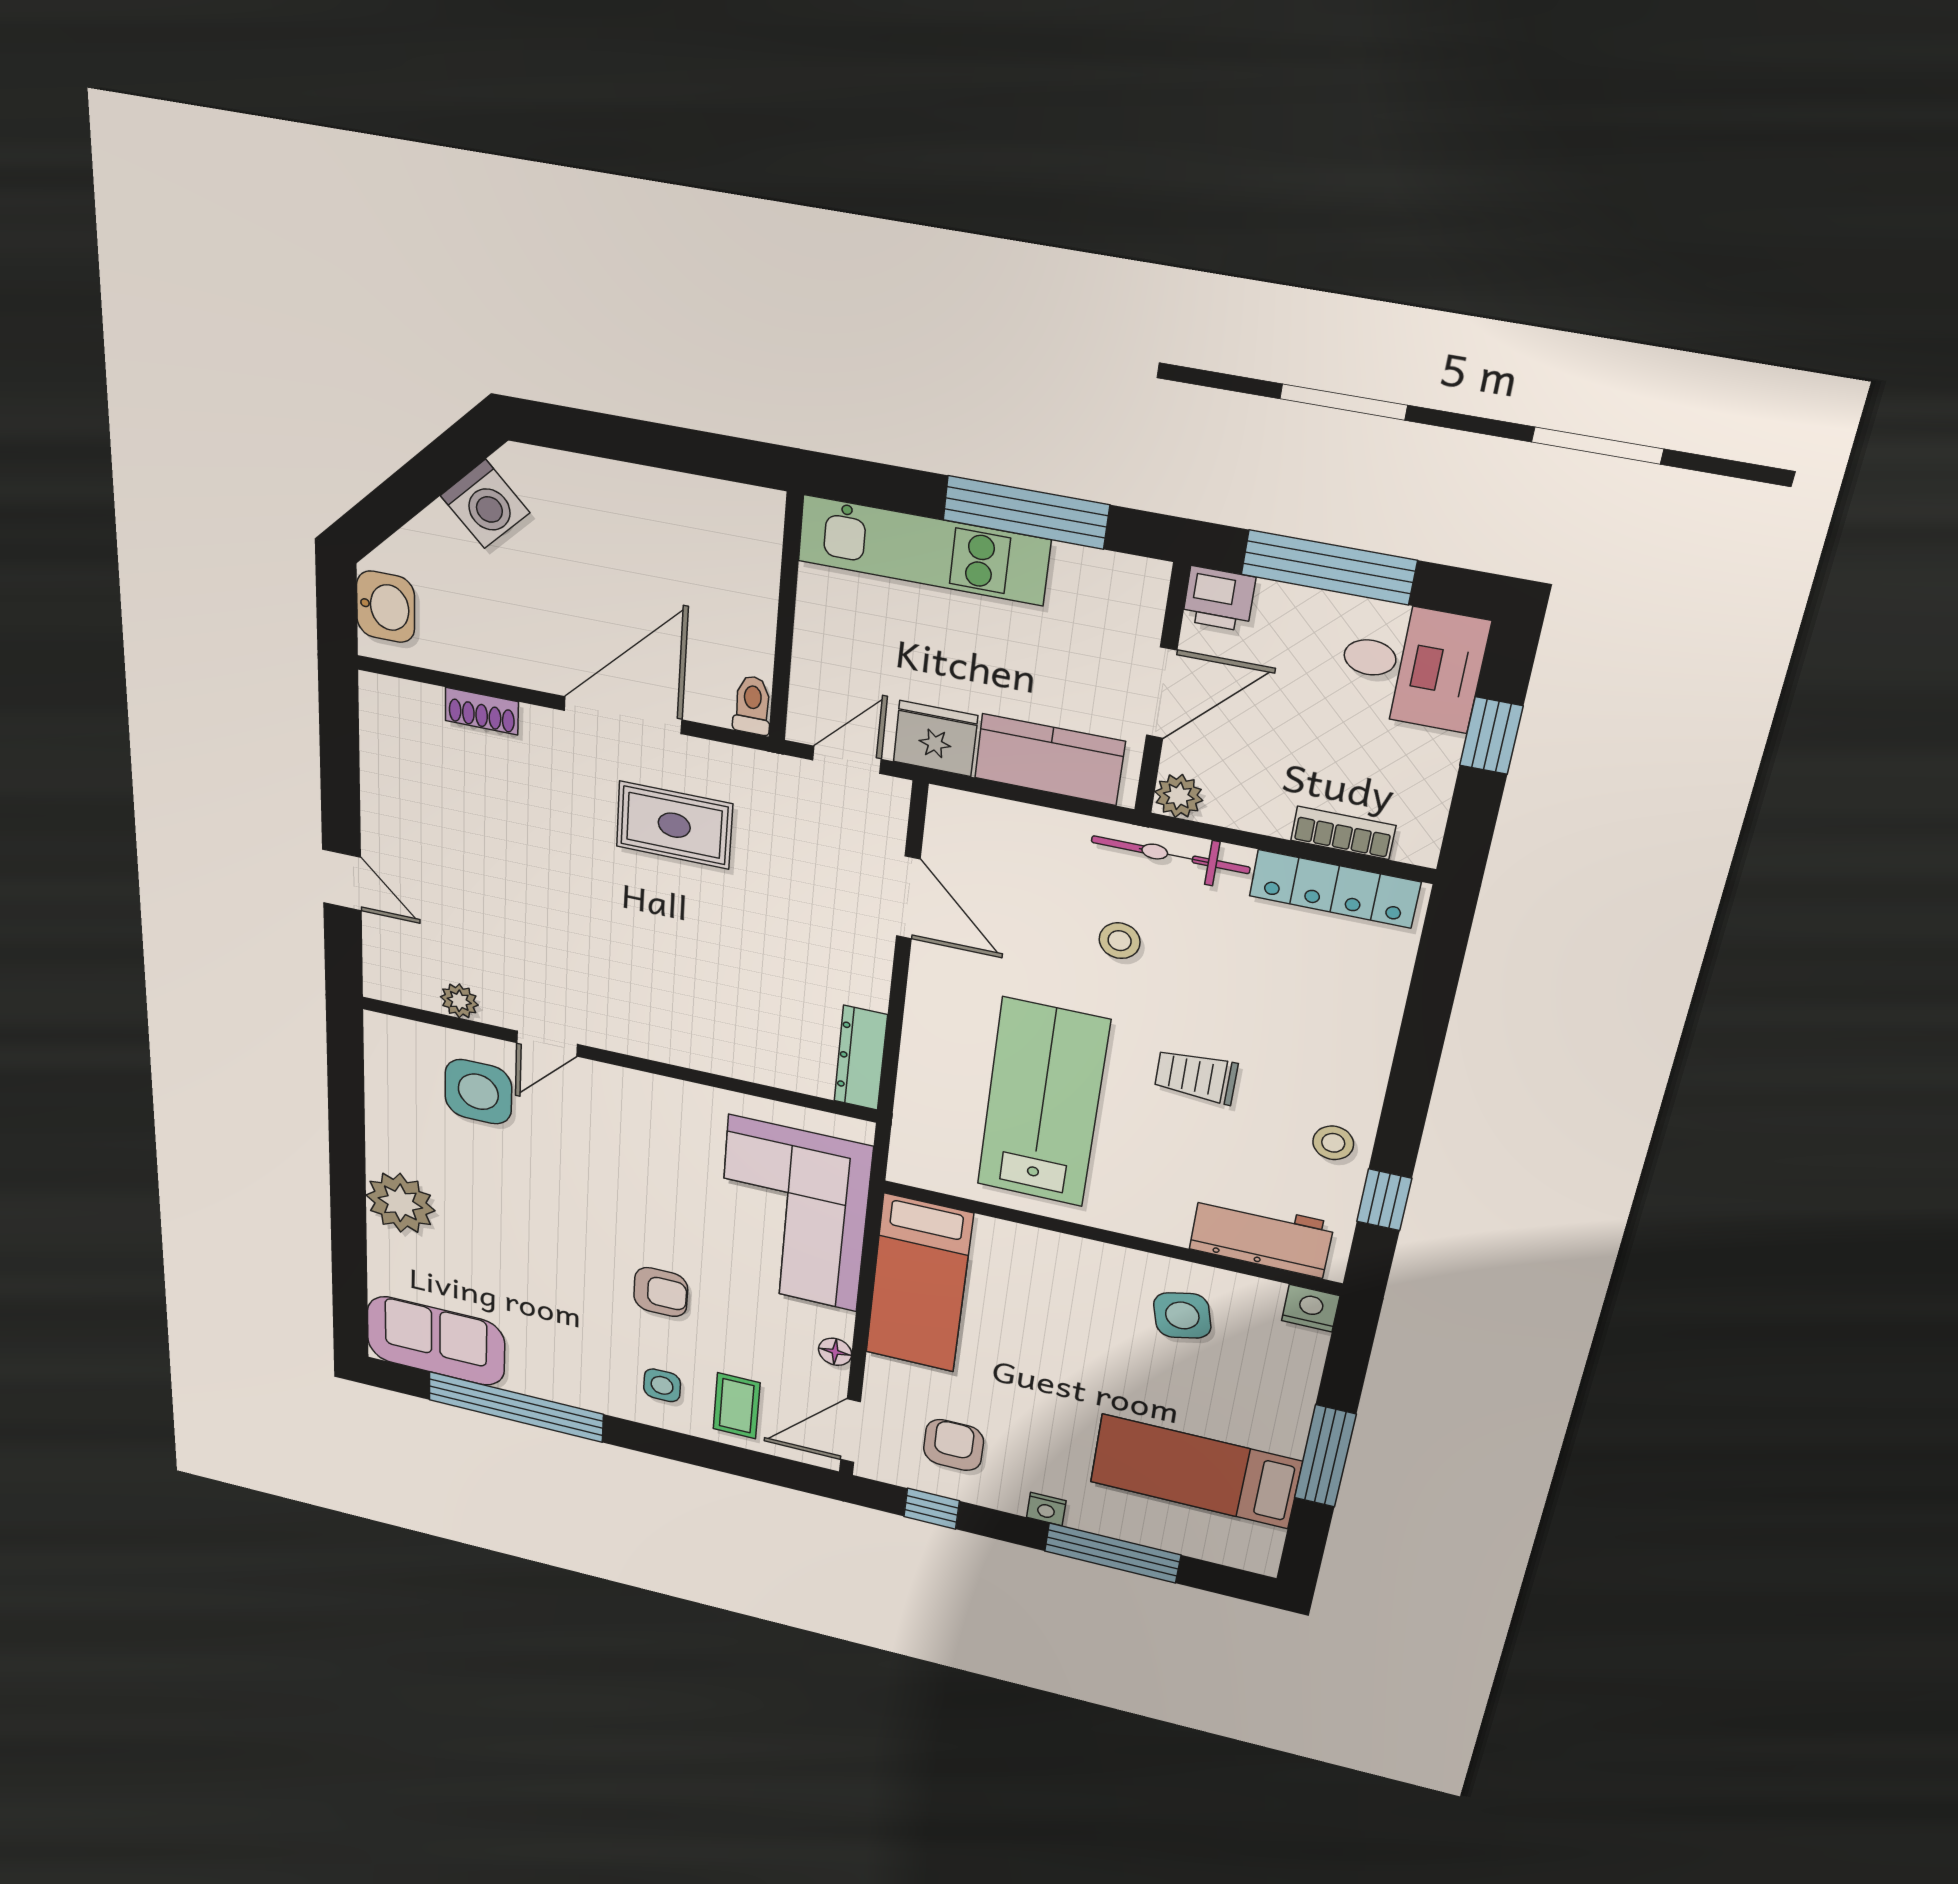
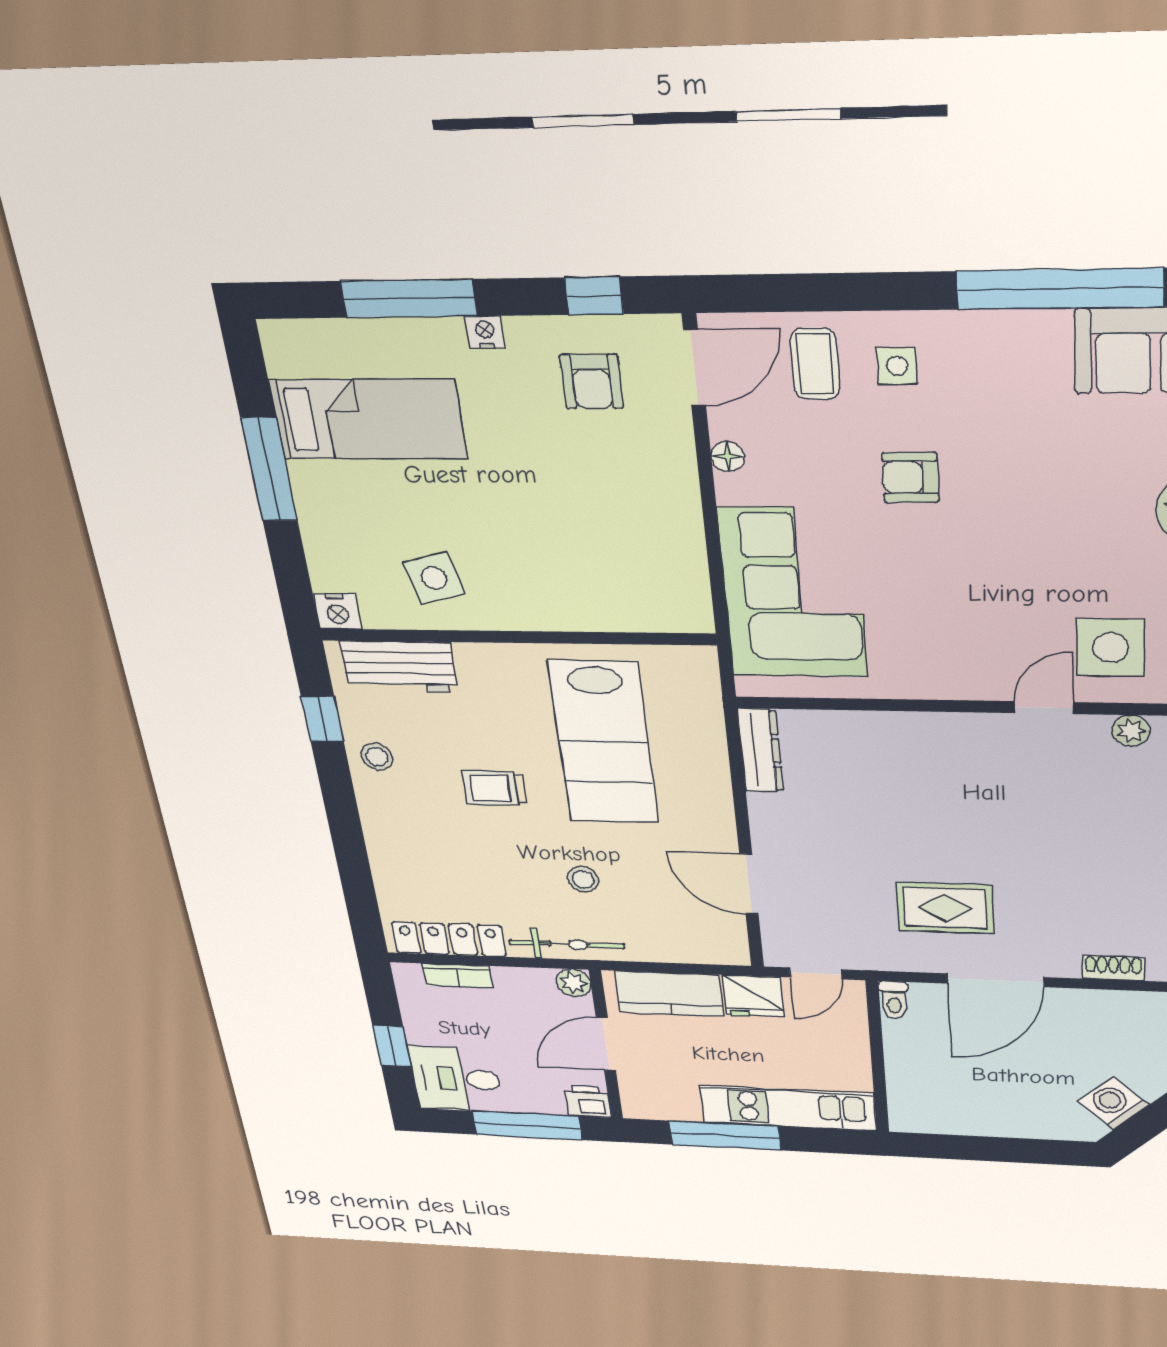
trolley: (1196, 1076) -> (495, 788), turned 180
bed: (919, 1284) -> (665, 551), removed

